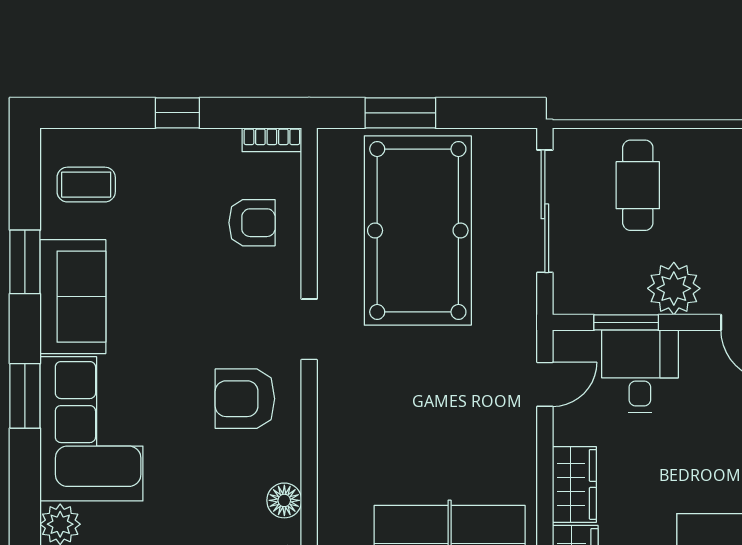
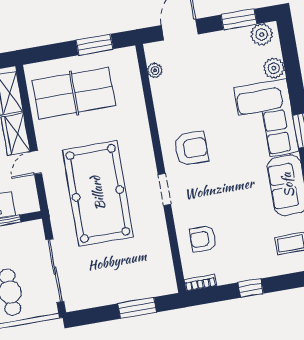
pool table: (418, 230) -> (98, 193), moved
door: (545, 384) -> (36, 162), moved
floor lamp: (284, 500) -> (162, 100), removed

